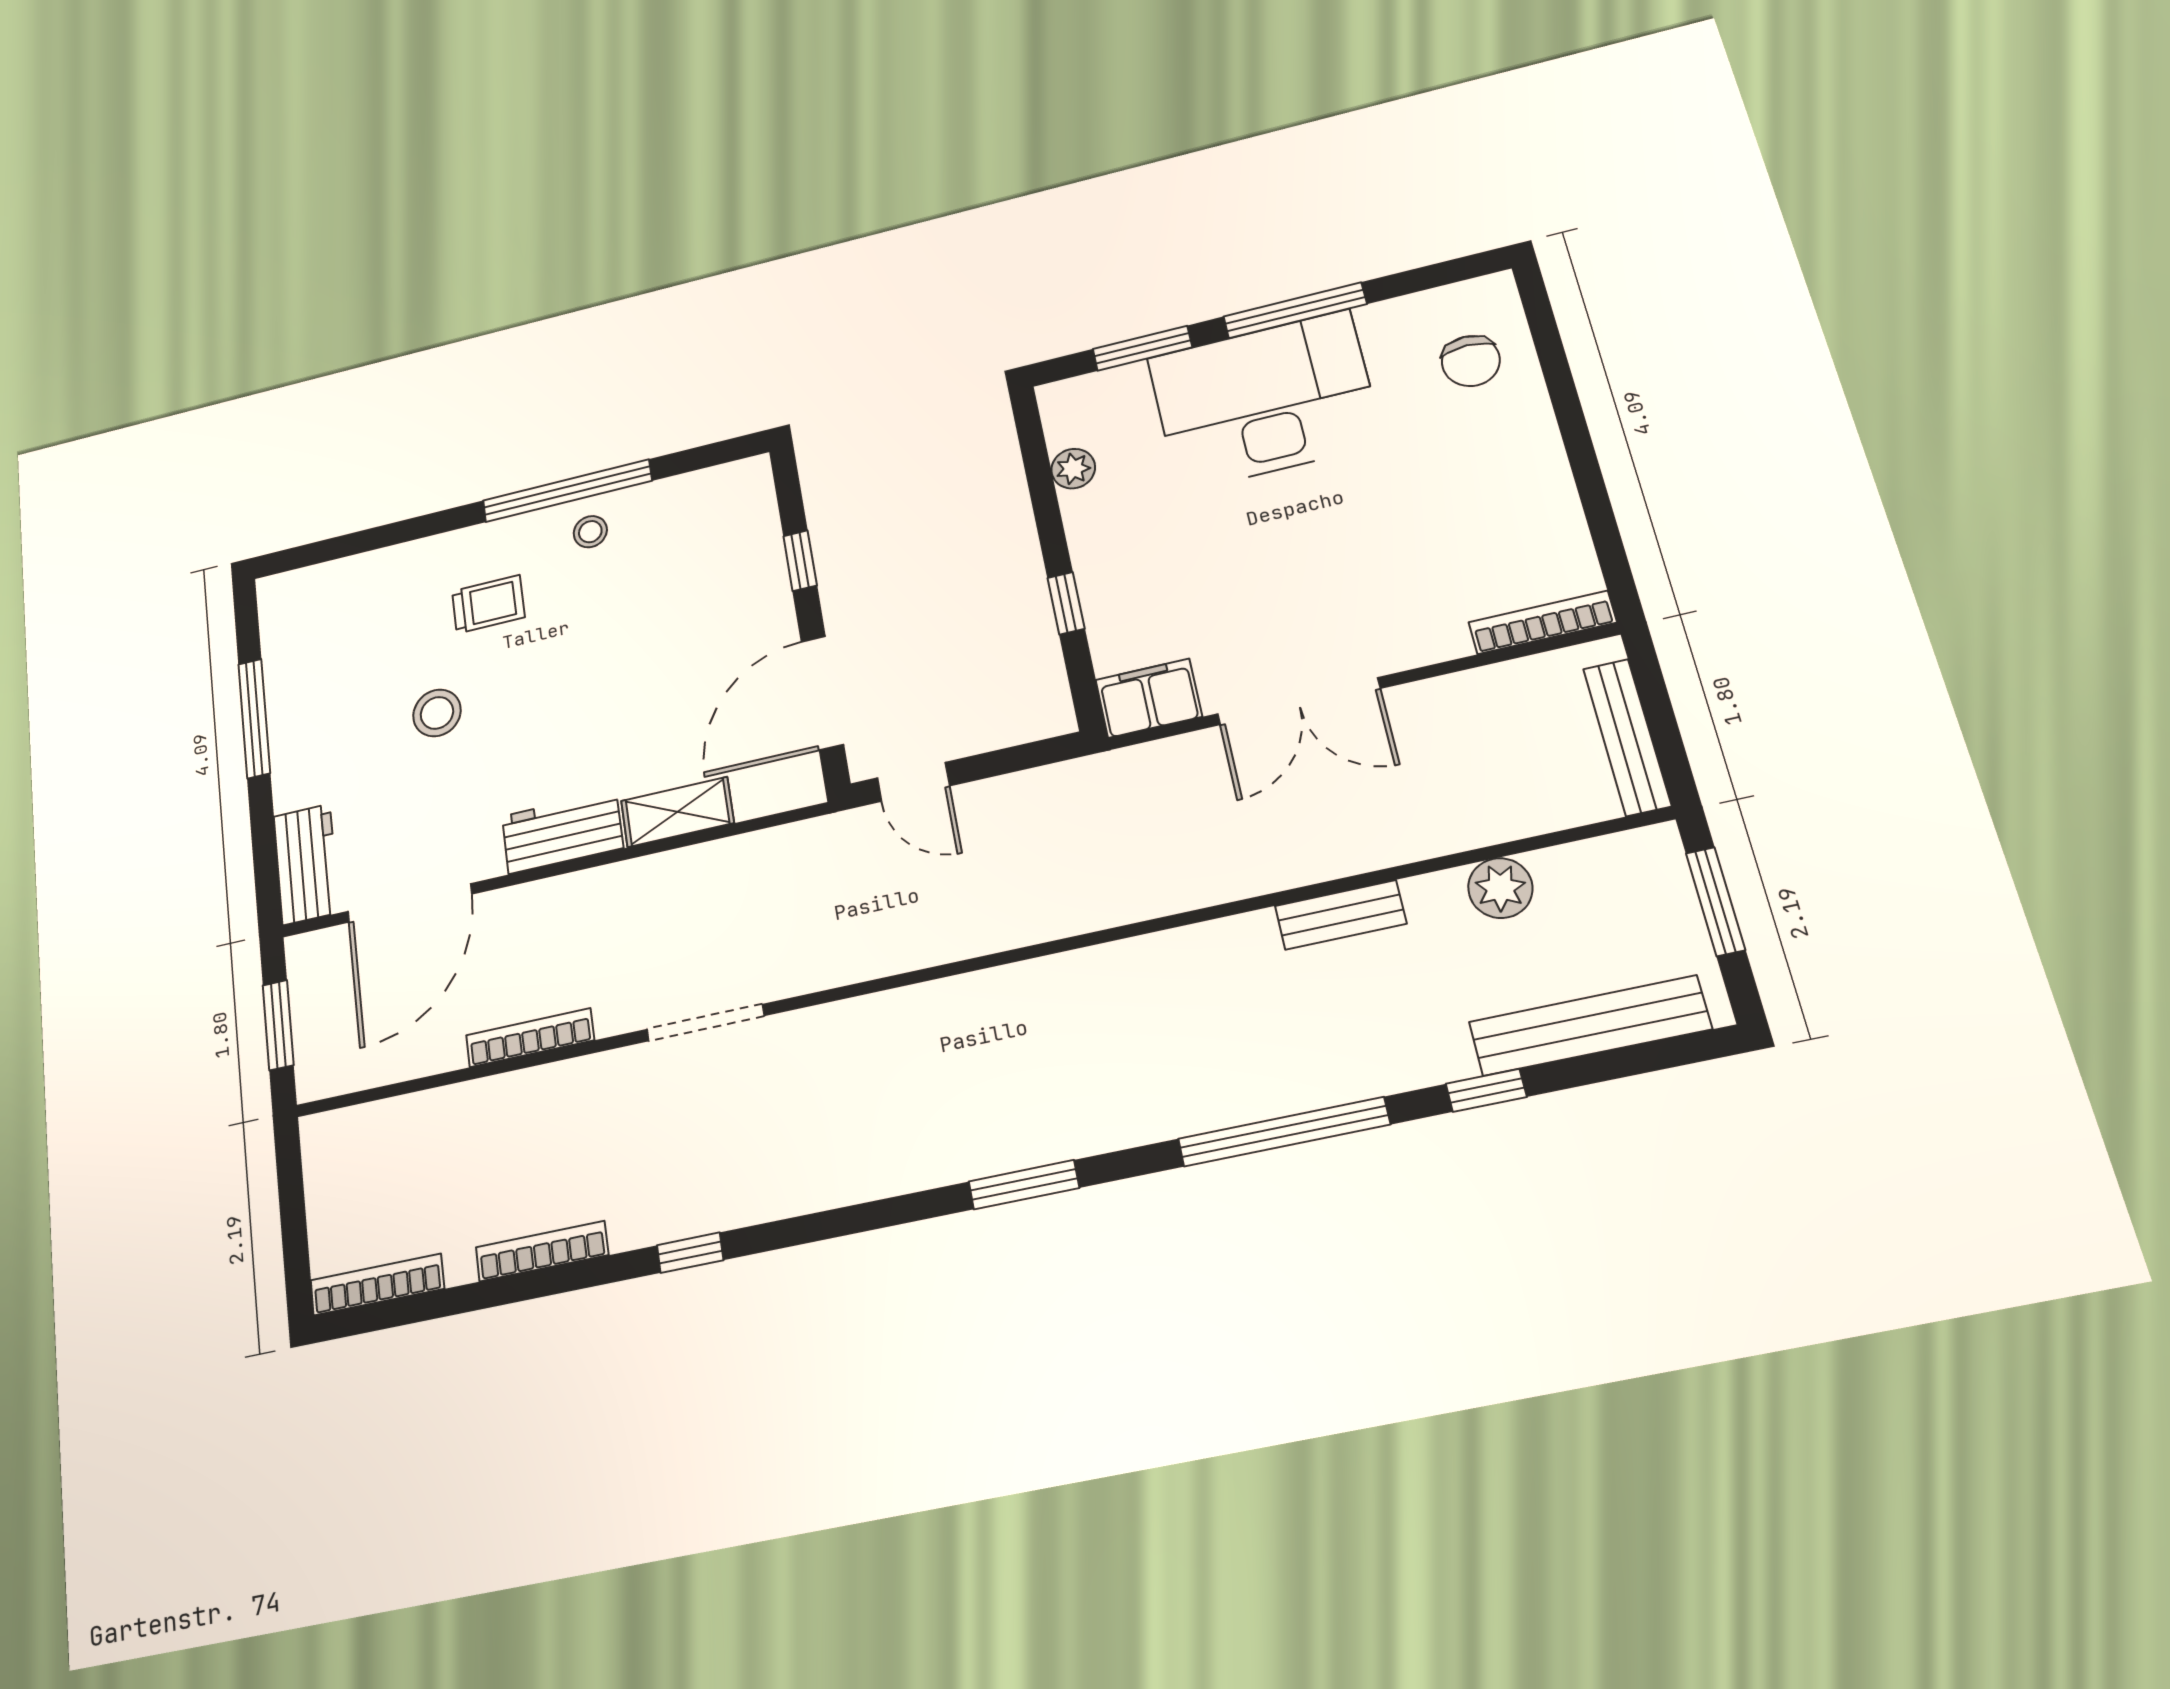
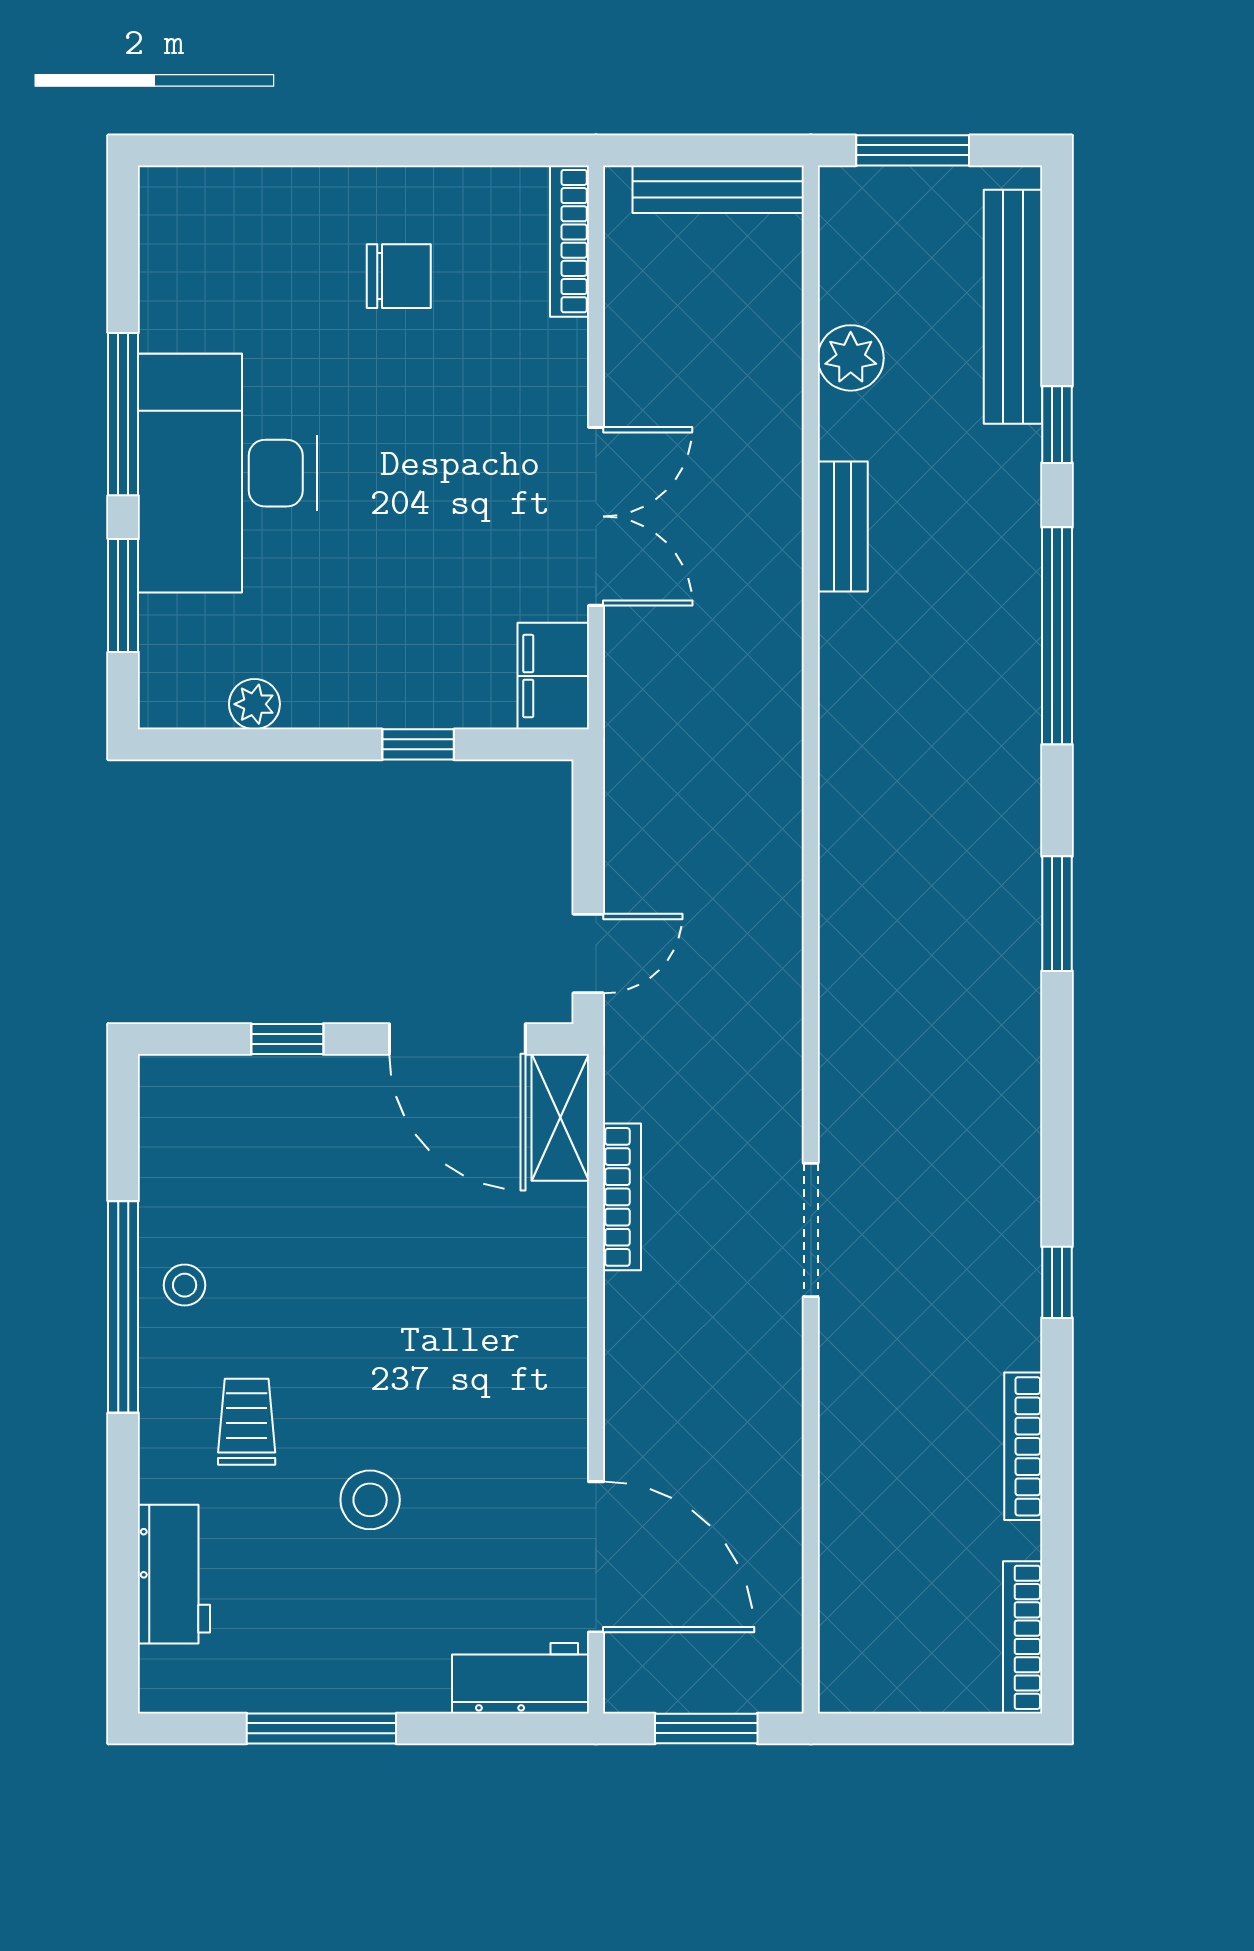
chair: (1471, 361) -> (399, 276), moved
shelving: (677, 812) -> (560, 1117), moved
workbench: (562, 832) -> (174, 1574), moved, turned 180
bookcase: (530, 1038) -> (622, 1197), moved, turned 180

